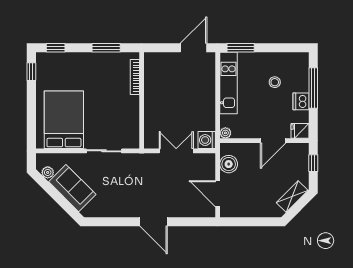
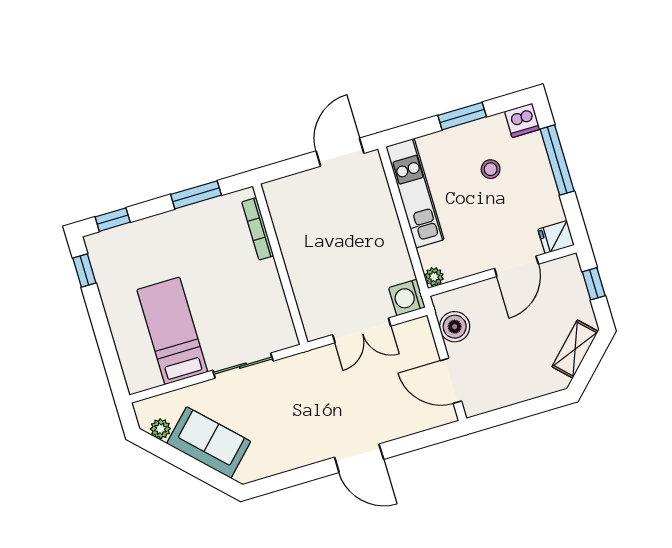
window: (241, 48) -> (462, 116), moved
dishwasher: (301, 101) -> (522, 120), moved, turned -90
bed: (64, 120) -> (172, 331), width x0.67
double door: (176, 151) -> (362, 330), swing flipped

